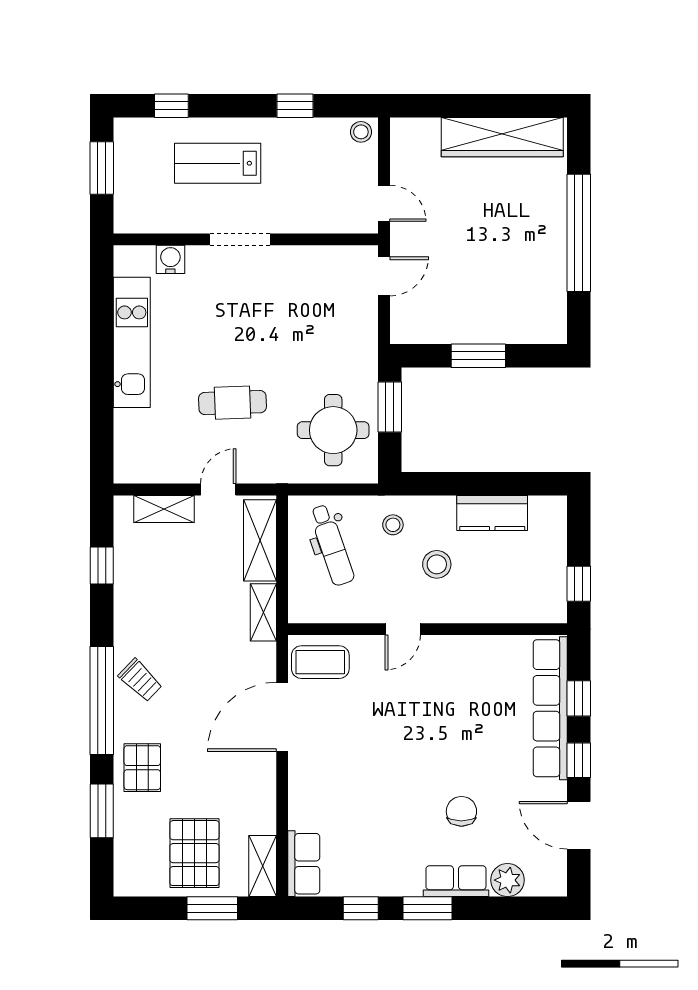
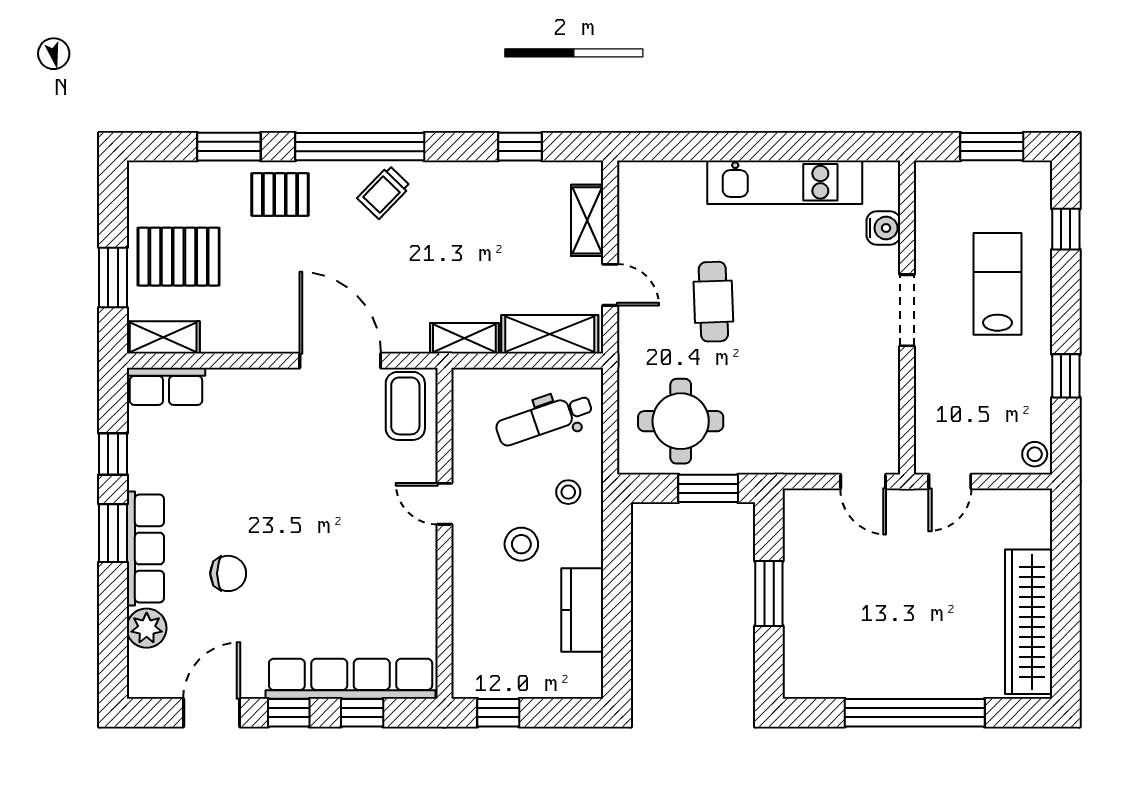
row of seats: (456, 881) -> (145, 549), width x1.48

